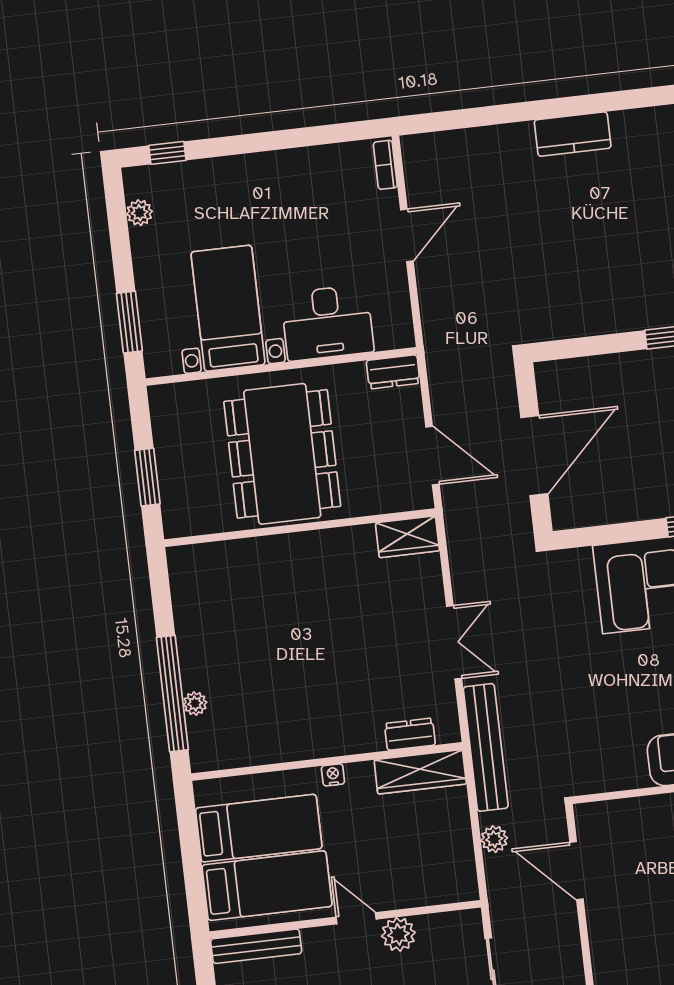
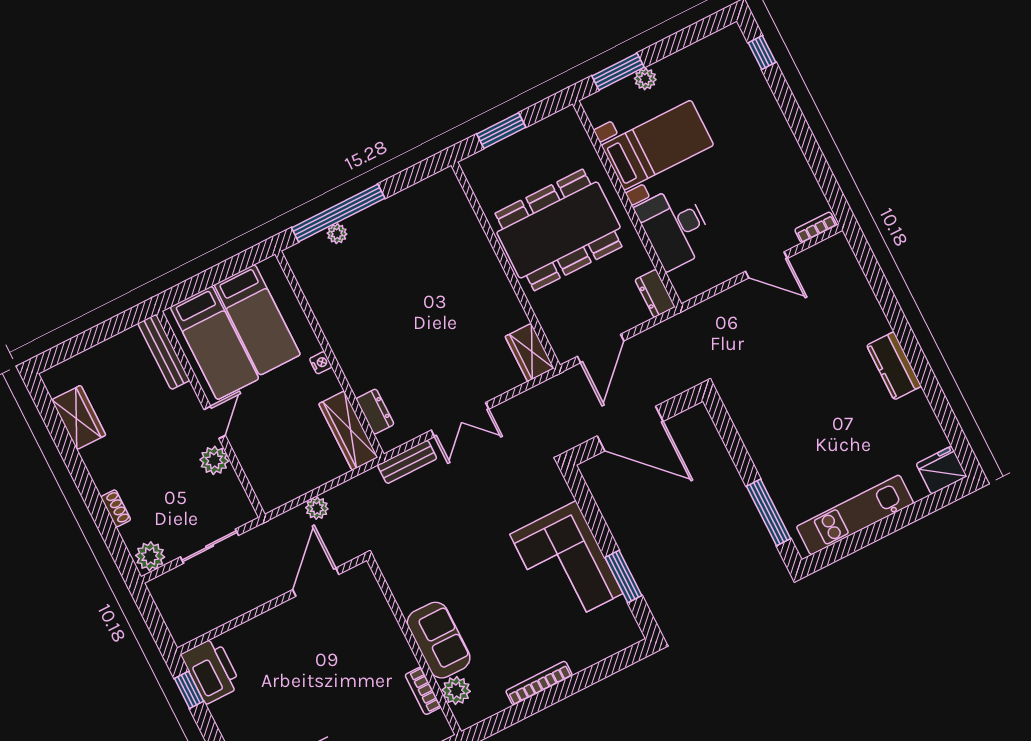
plant: (139, 213) -> (645, 79), moved
bench: (486, 747) -> (407, 462), width x0.54, depth x0.82

